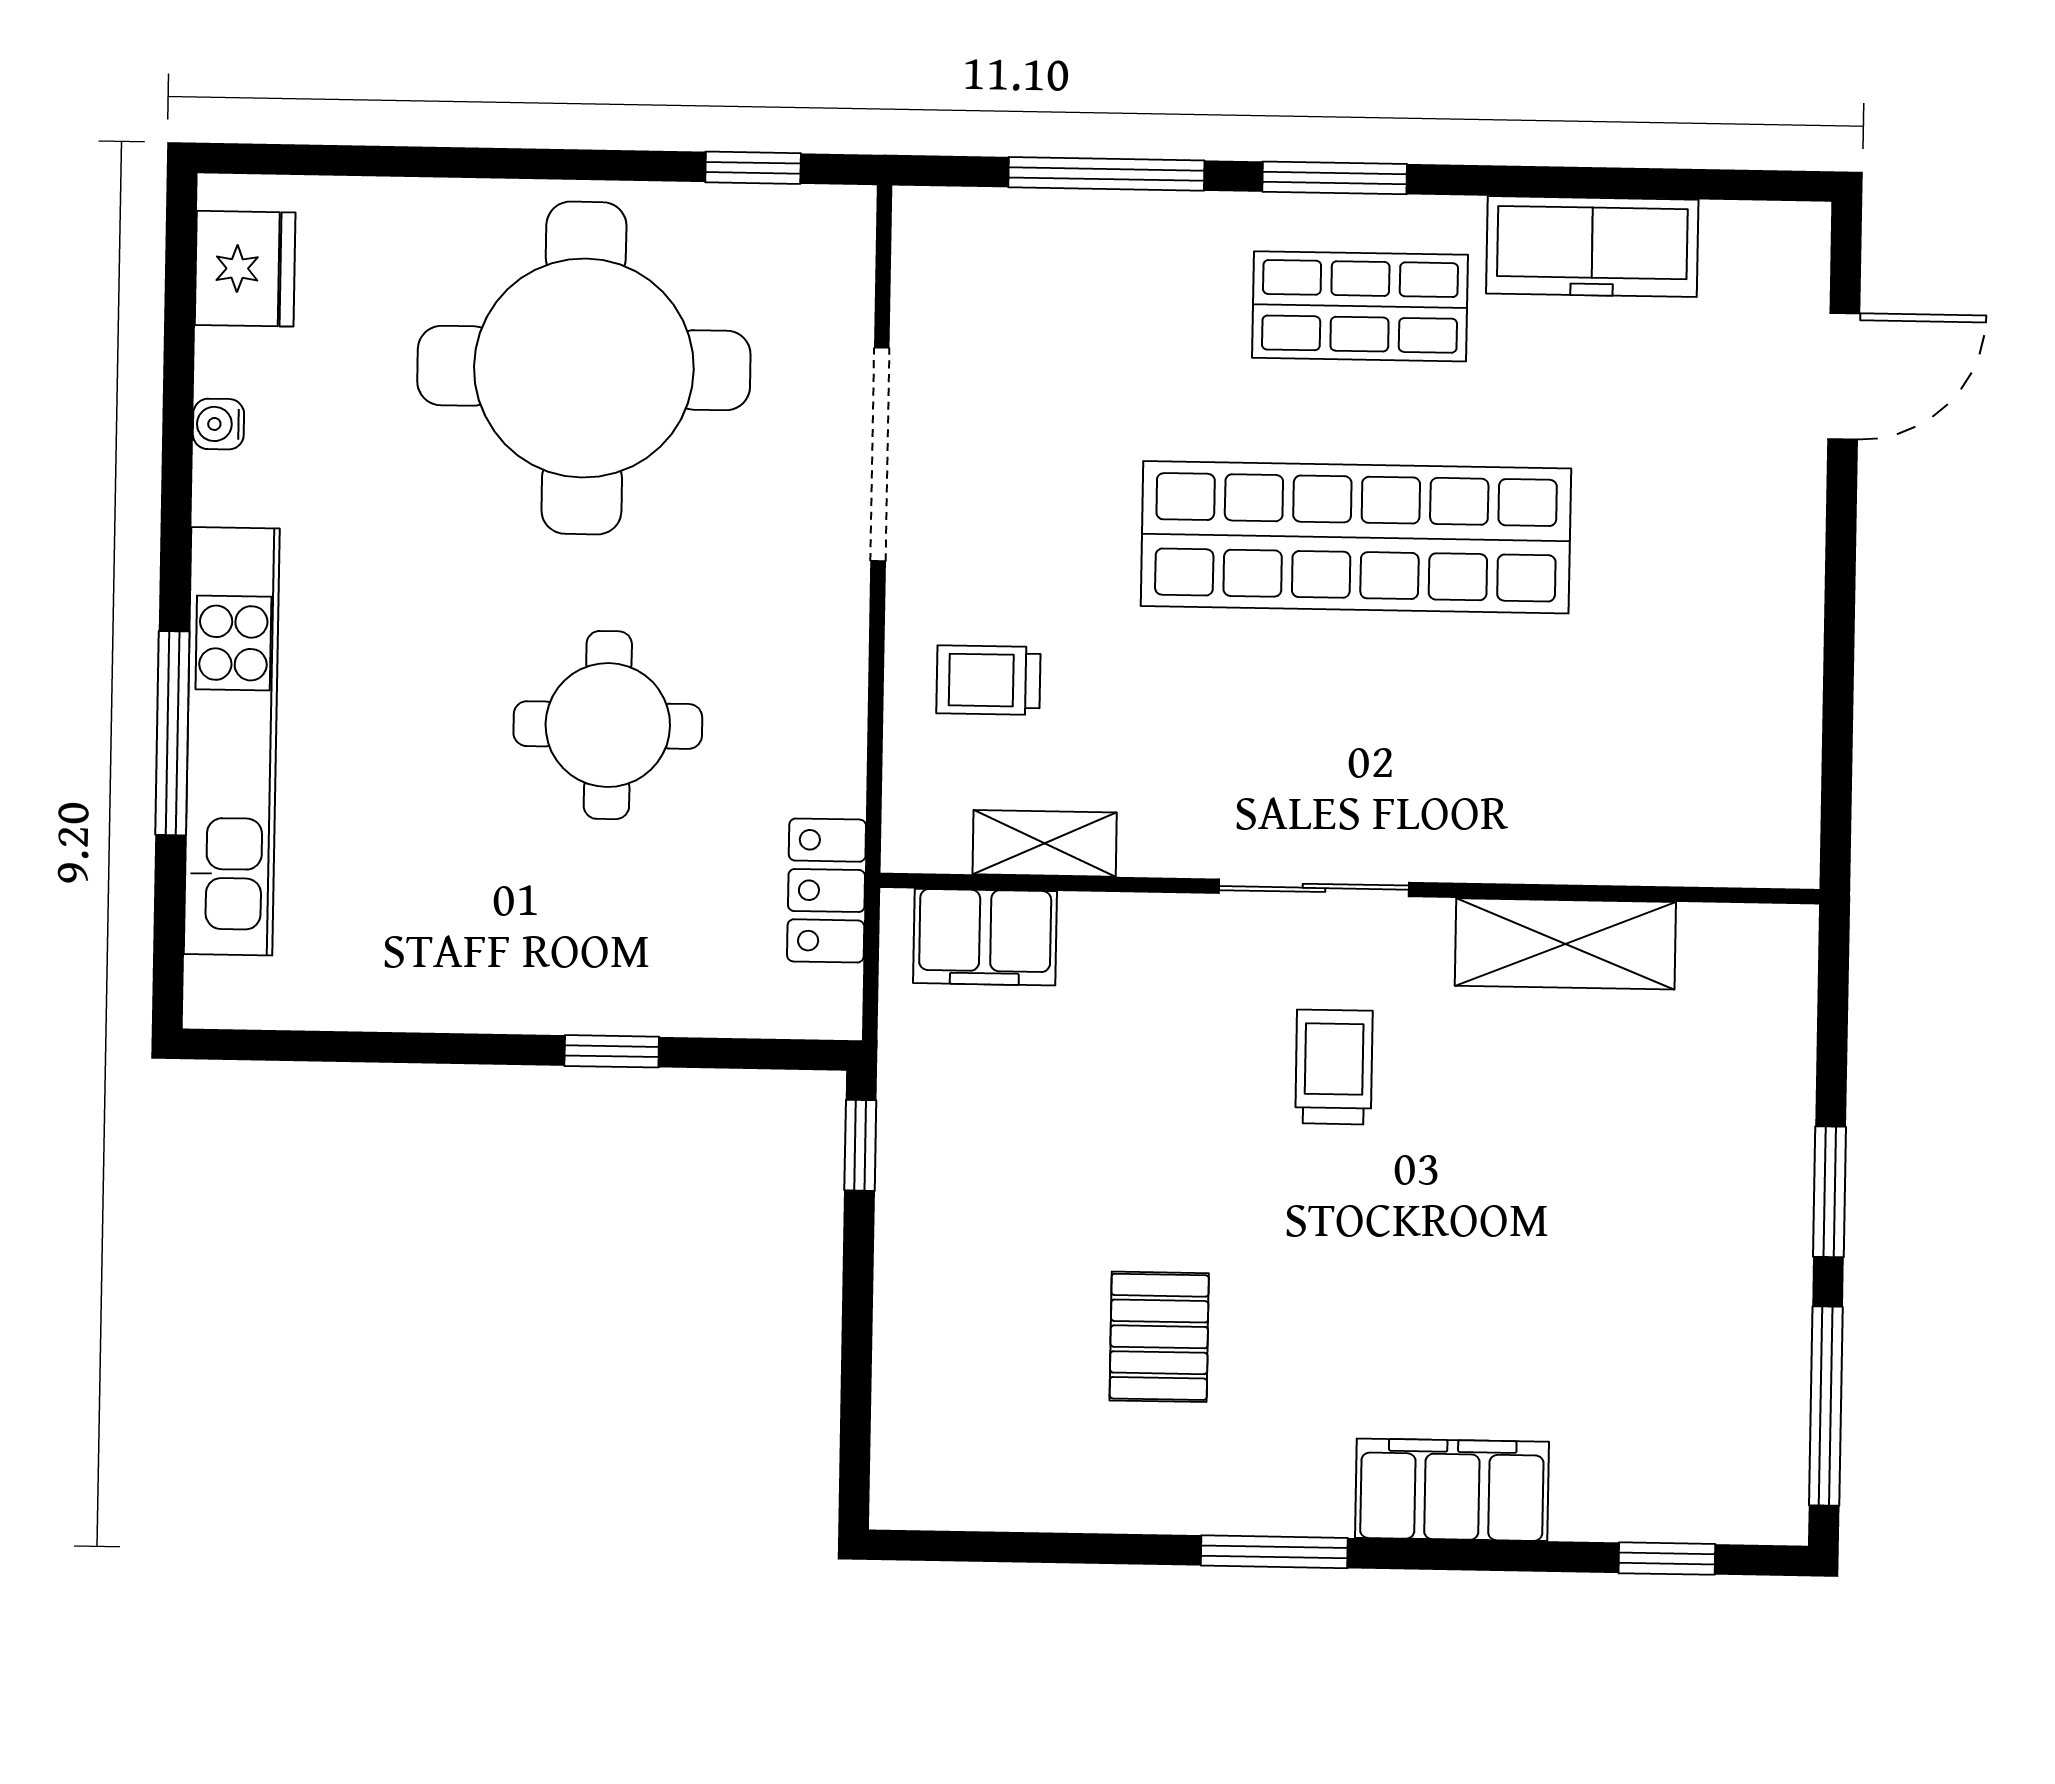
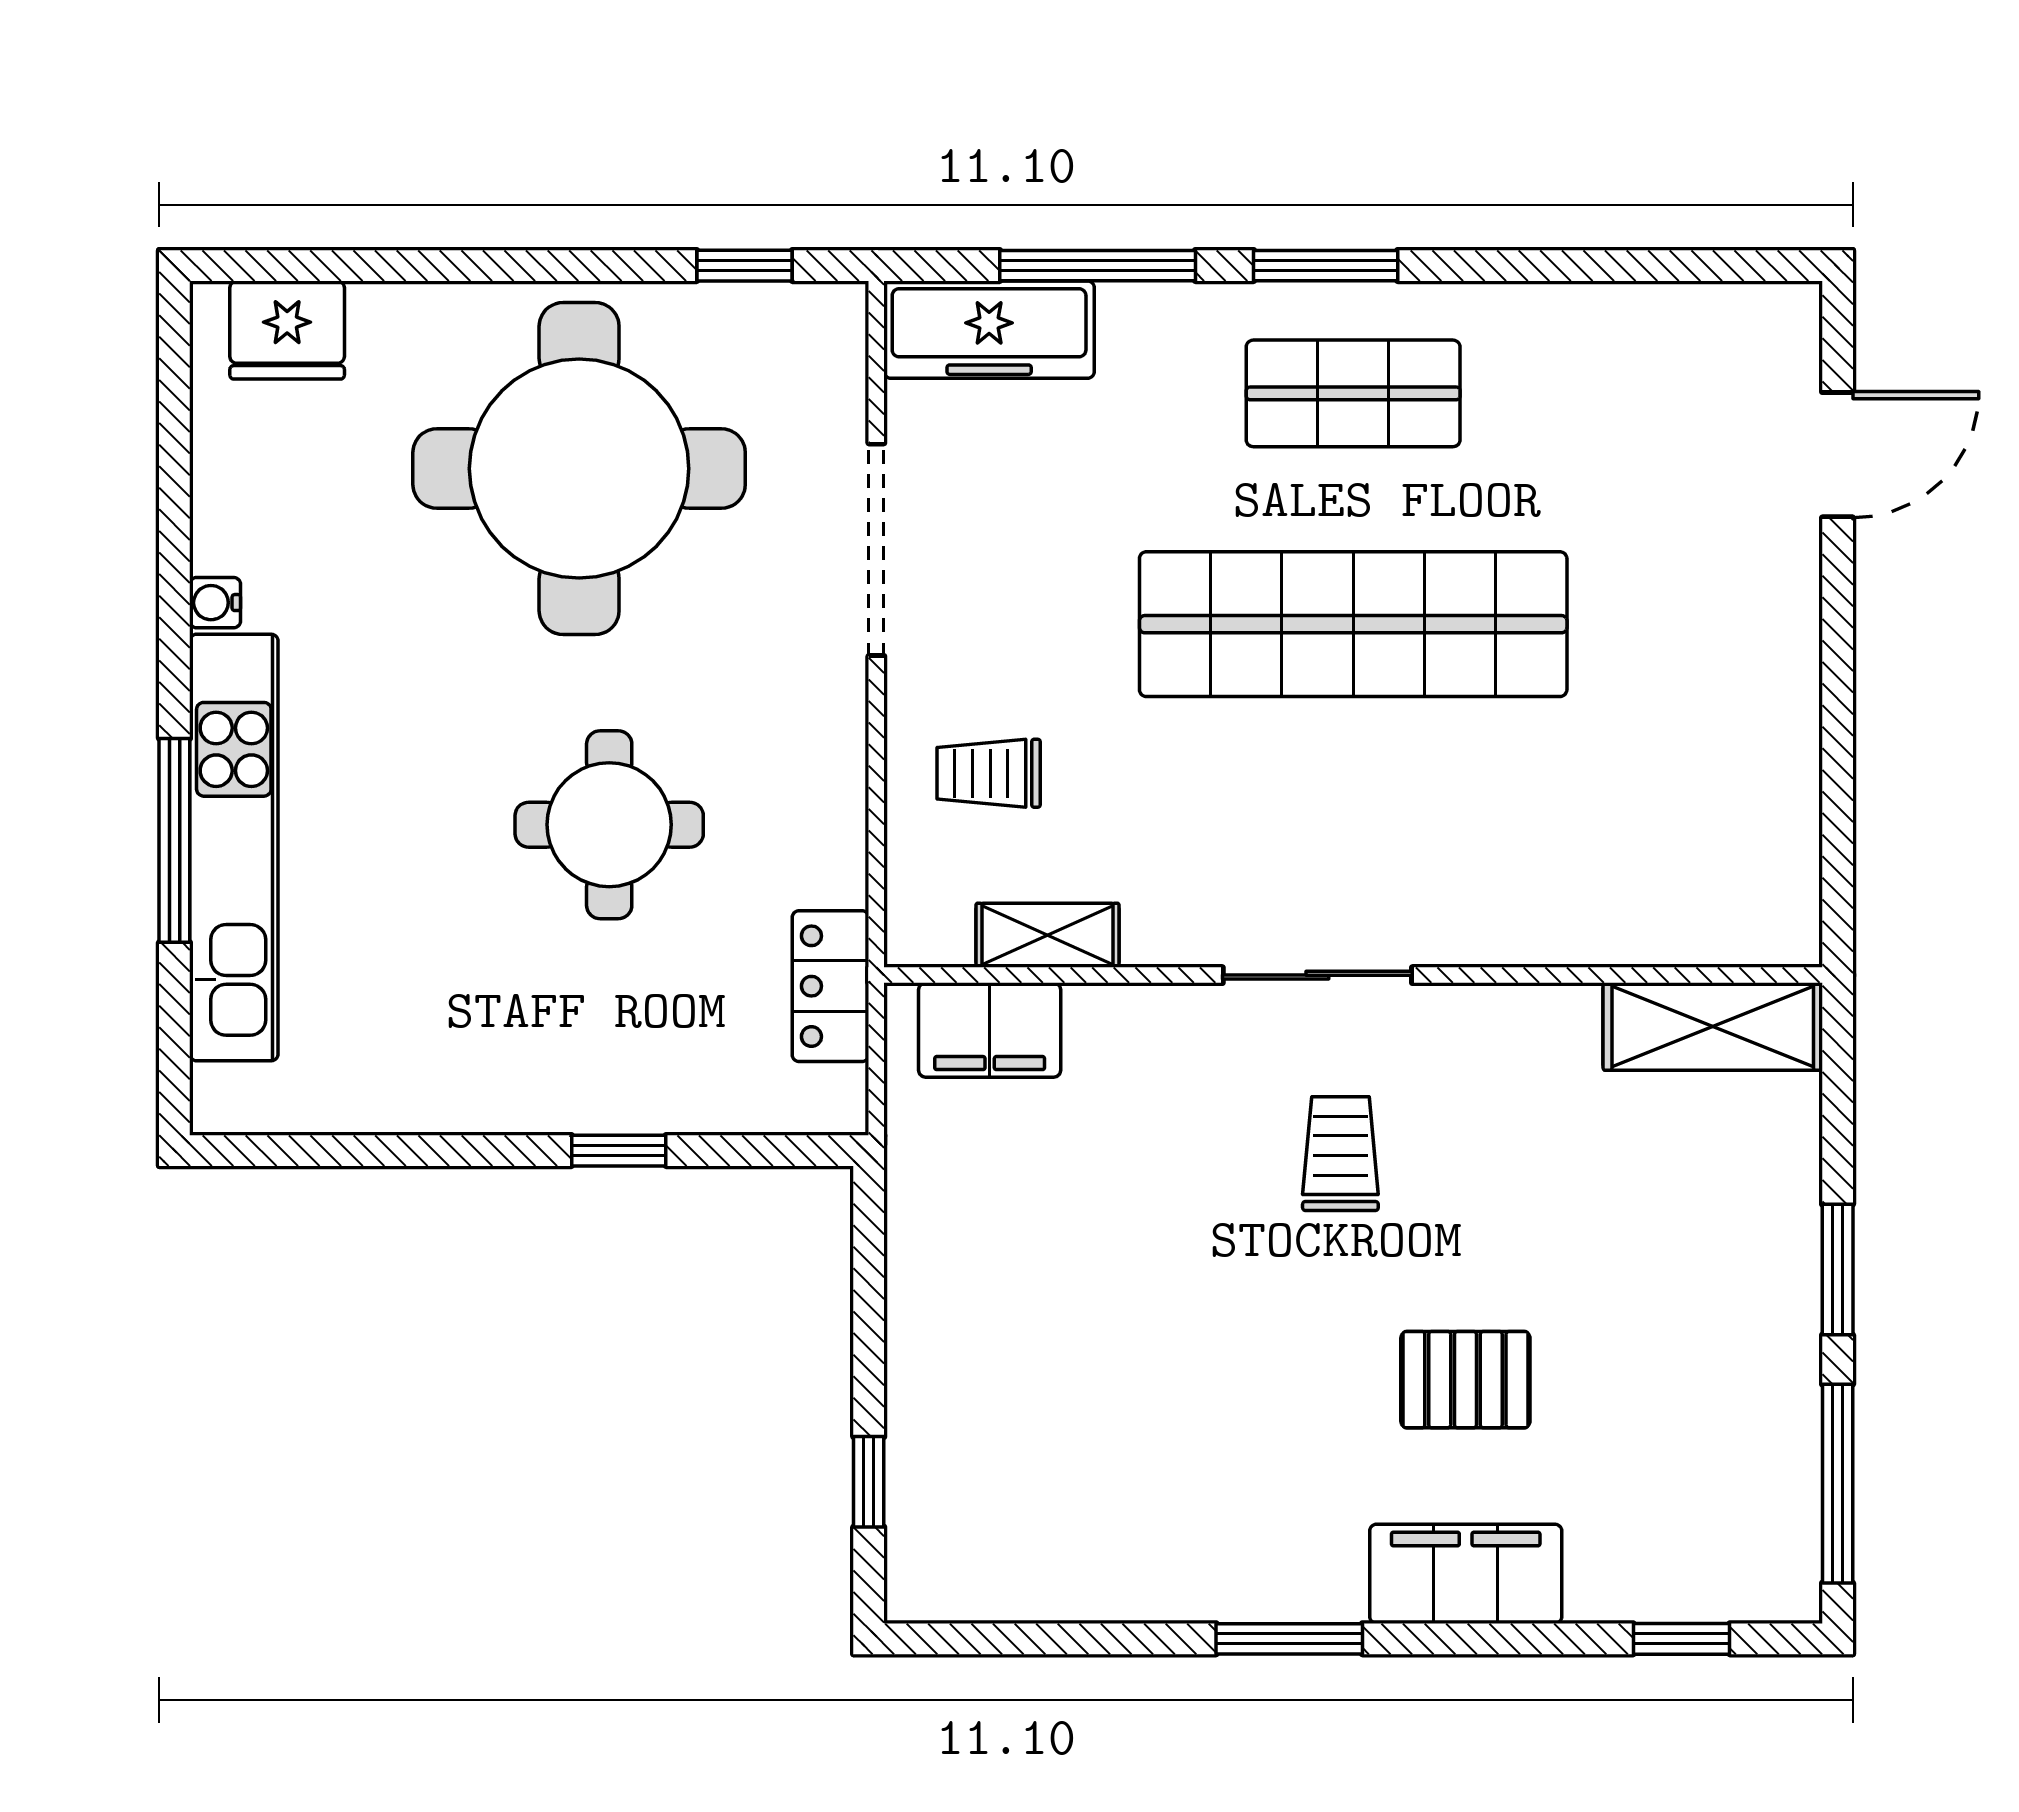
freezer: (1592, 247) -> (989, 330), moved
fridge: (245, 269) -> (287, 330), moved, turned 90
water cooler: (218, 424) -> (215, 603), moved
shelving: (1565, 944) -> (1713, 1027), moved
window: (860, 1145) -> (869, 1482), moved
pallet: (1159, 1337) -> (1465, 1380), moved, turned 90

